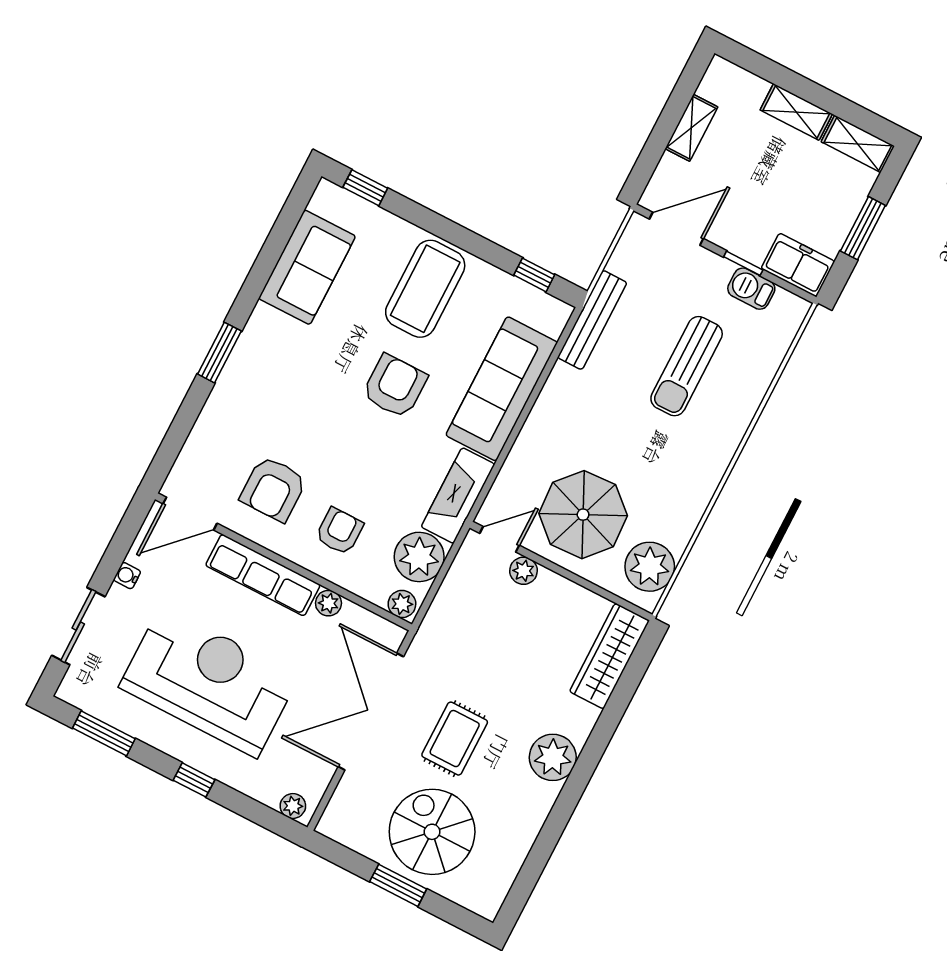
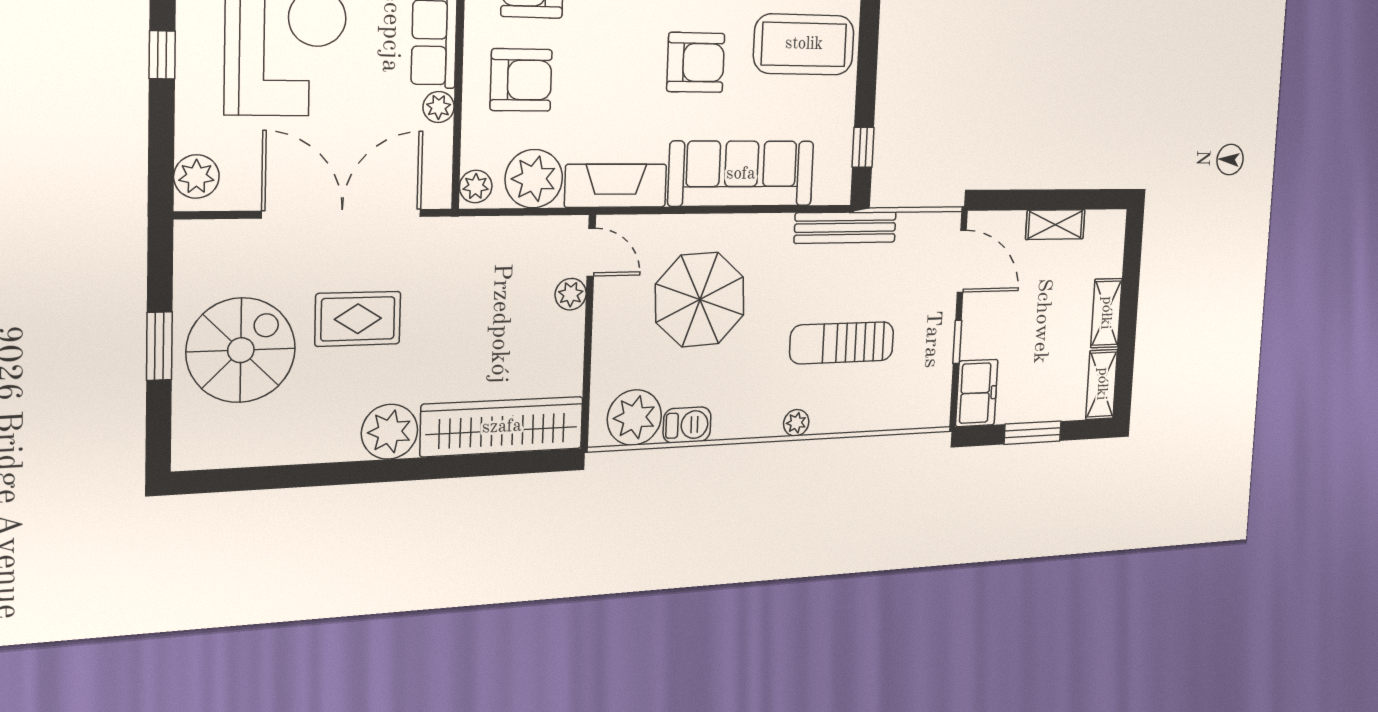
barbecue: (751, 289) -> (687, 425), moved, turned 90
plant: (731, 436) -> (796, 423), added
parasol: (583, 515) -> (700, 300), moved
armchair: (339, 531) -> (521, 80), width x1.38, depth x1.38
wardrobe: (609, 656) -> (502, 427), width x1.40, depth x1.17
plant: (293, 806) -> (196, 177), width x1.38, depth x1.38

